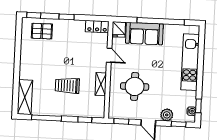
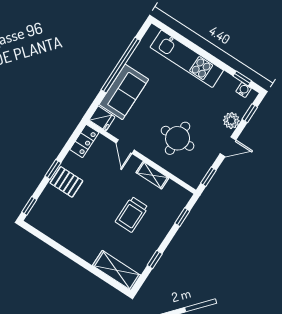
pallet: (42, 31) -> (66, 182), moved, turned 90
door: (109, 55) -> (125, 147), swing flipped
window: (46, 118) -> (155, 260), width x0.46

